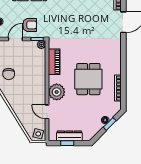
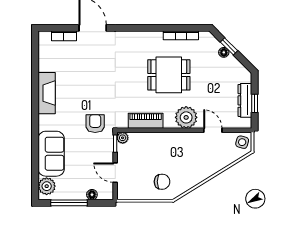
armchair: (30, 25) -> (95, 124), moved
door: (47, 112) -> (213, 130), swing flipped

